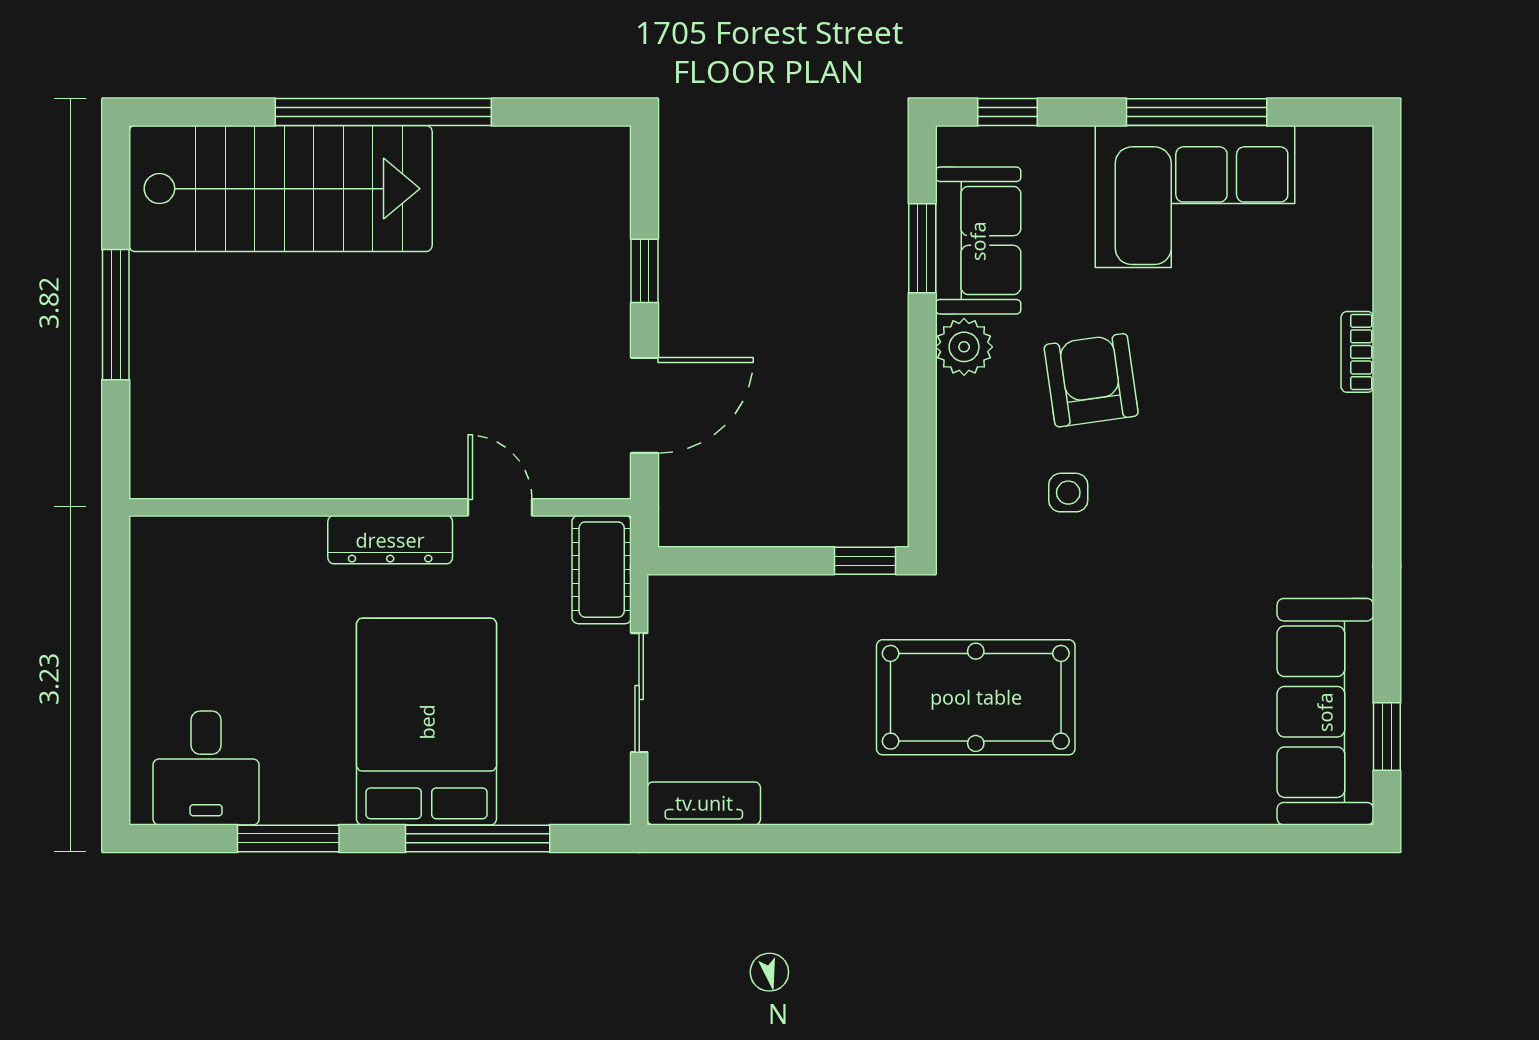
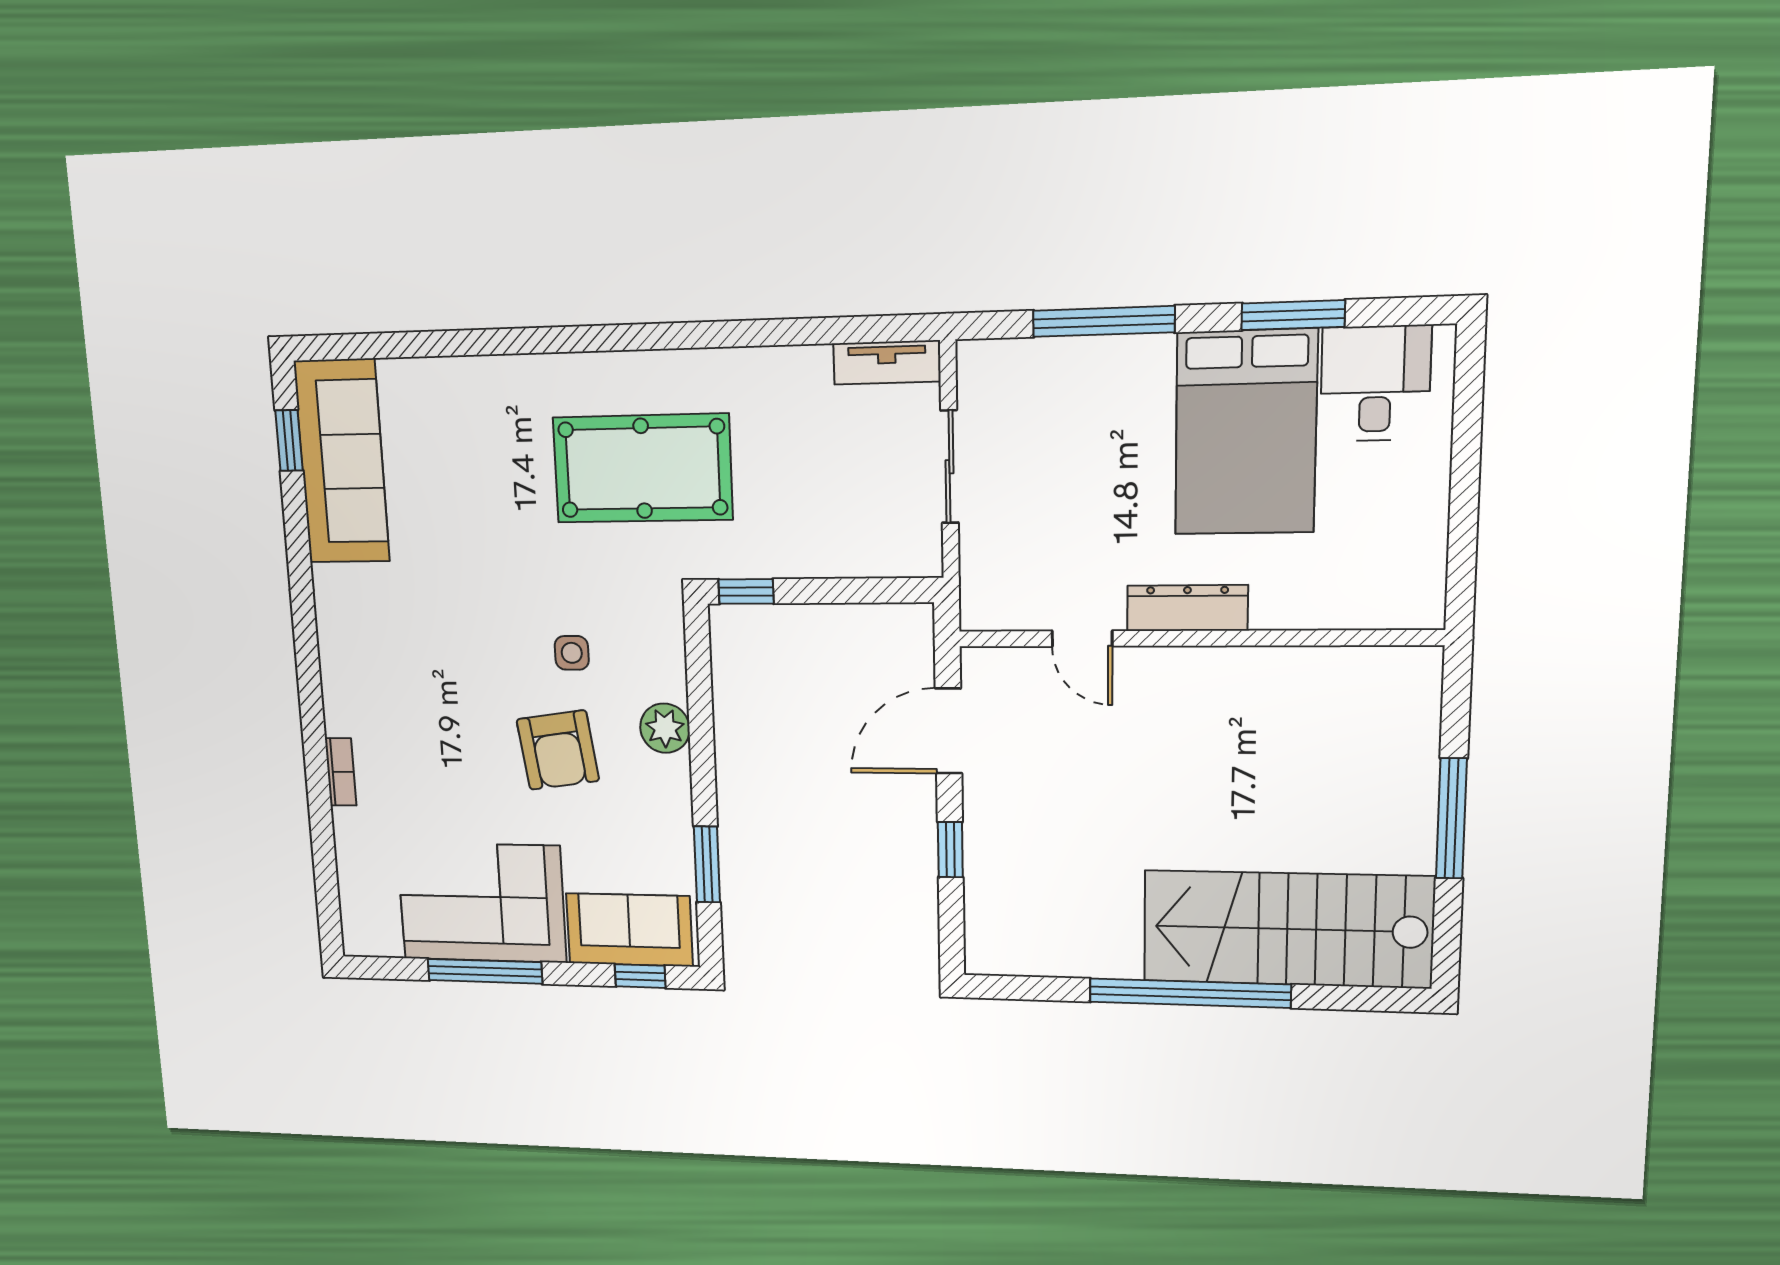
sofa: (978, 241) -> (629, 930), moved, turned 90
plant: (964, 347) -> (665, 728), moved
cot: (602, 570) -> (986, 581), removed
bed: (427, 722) -> (1246, 433), moved

